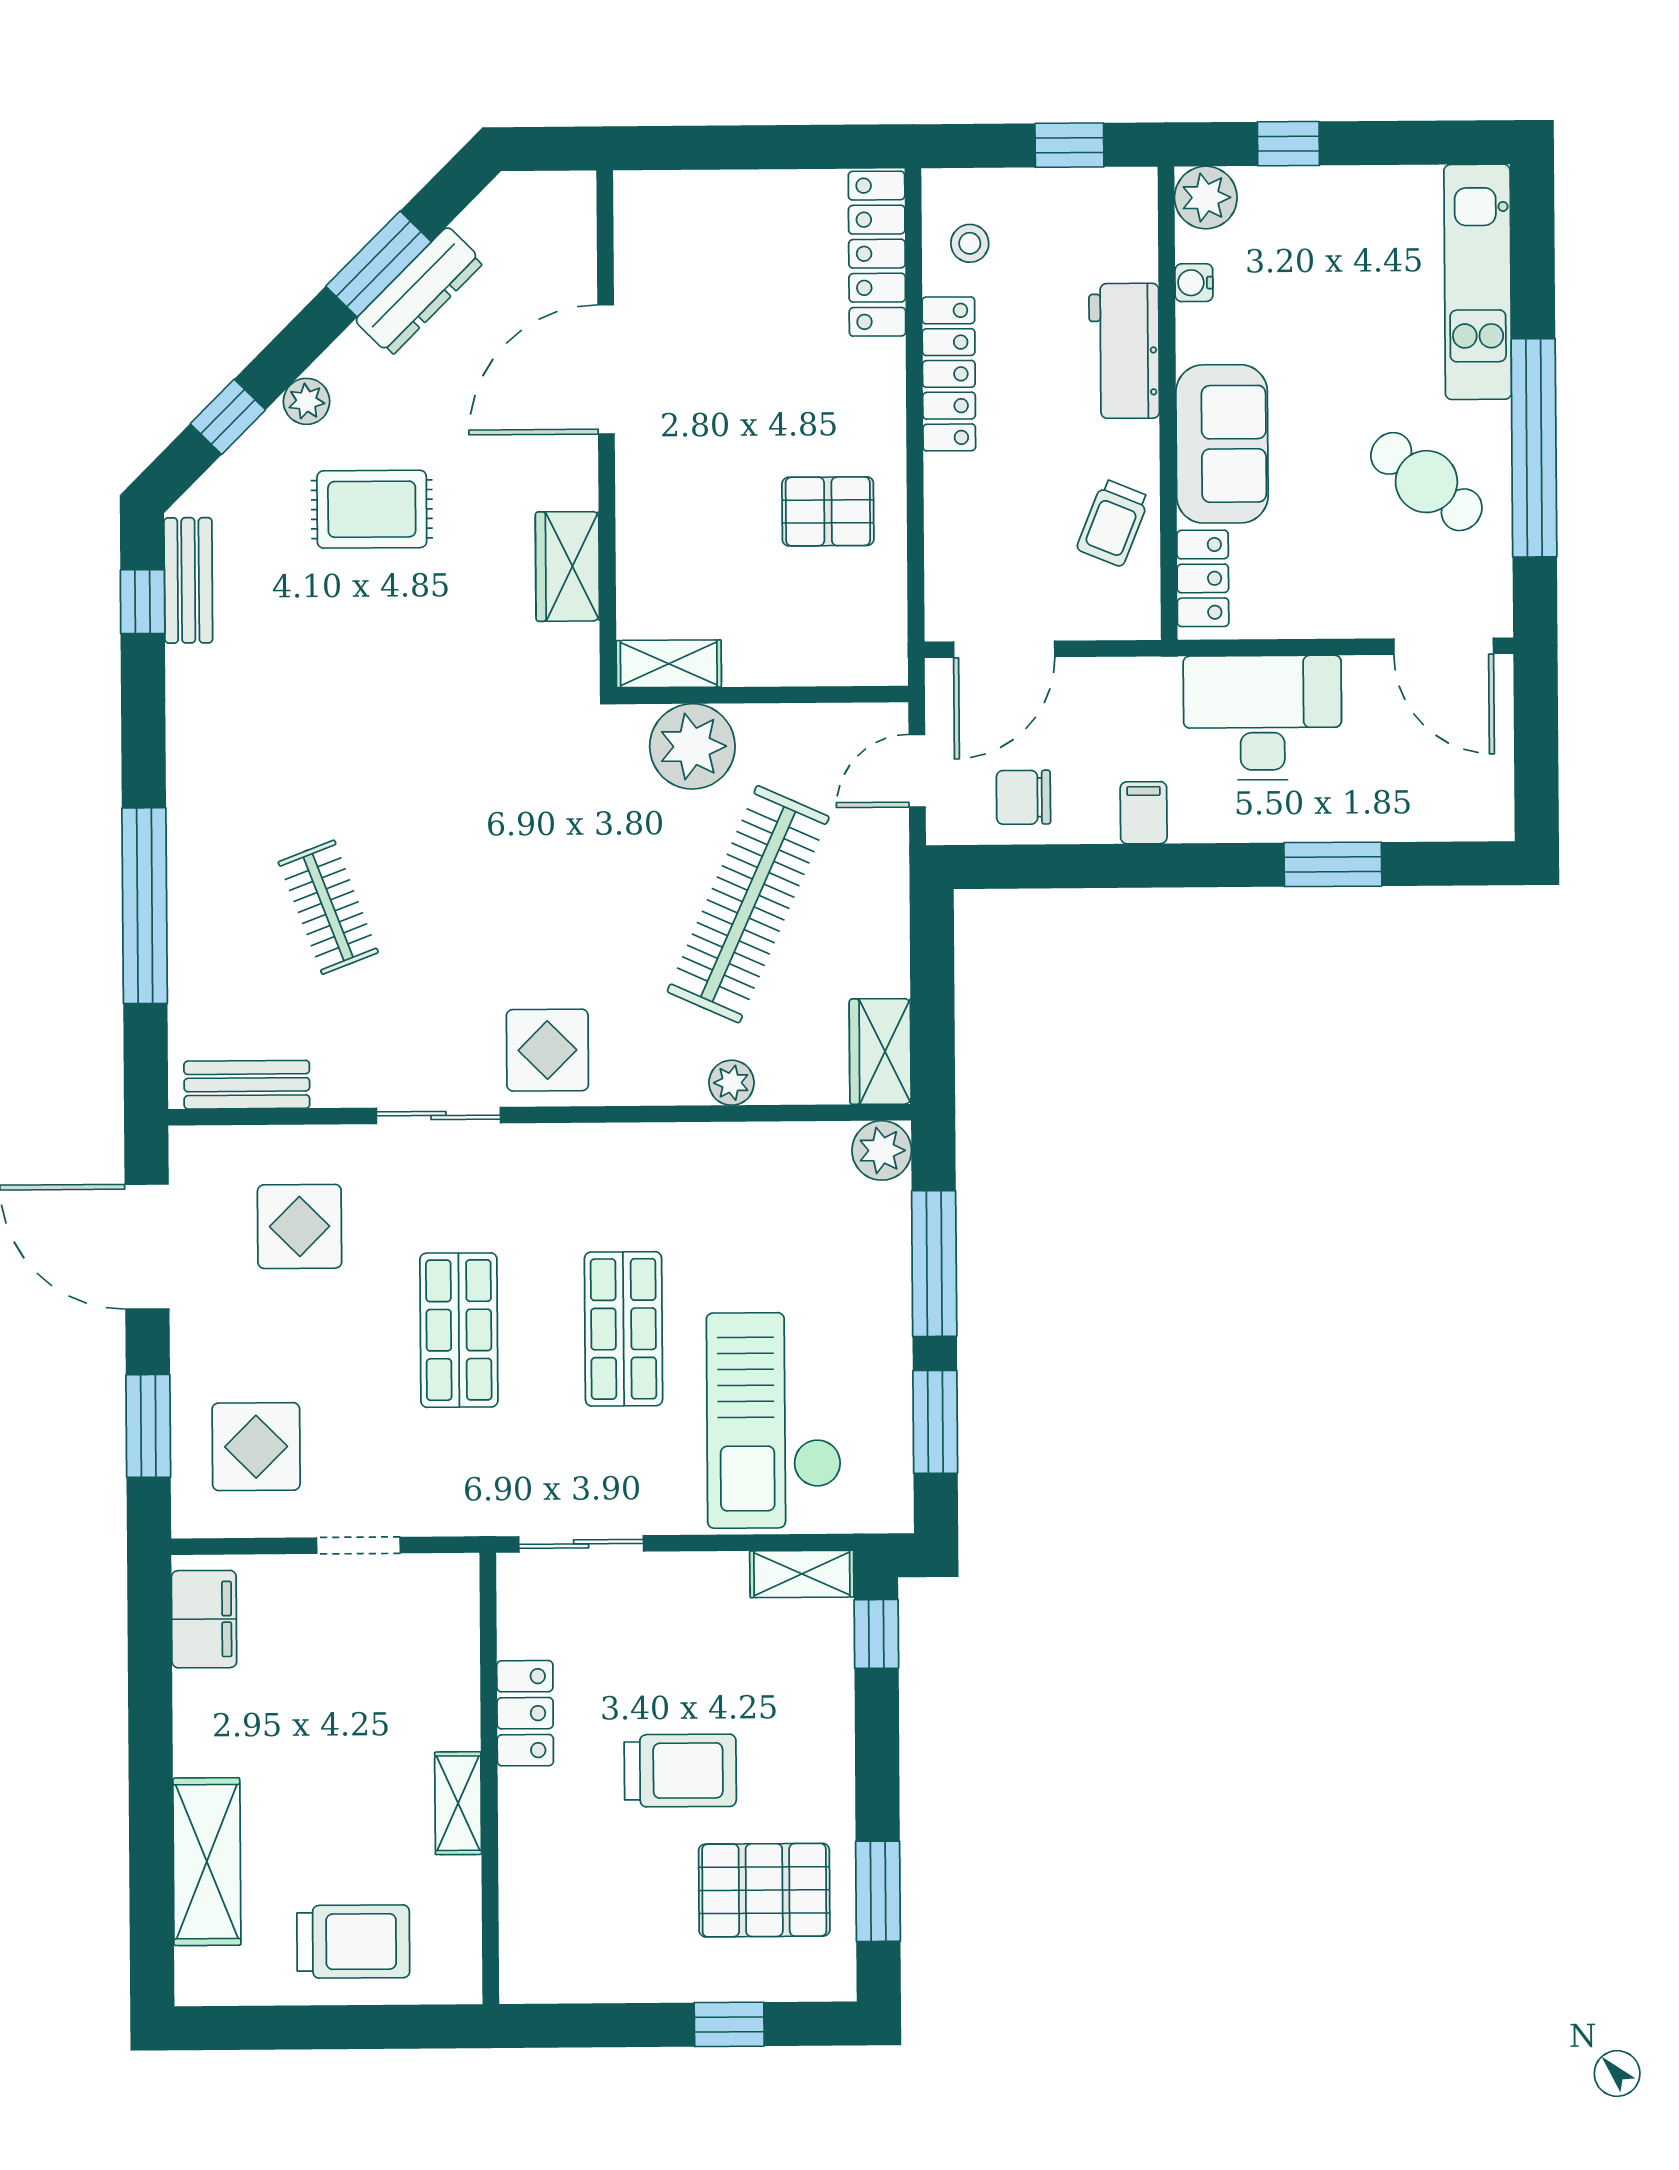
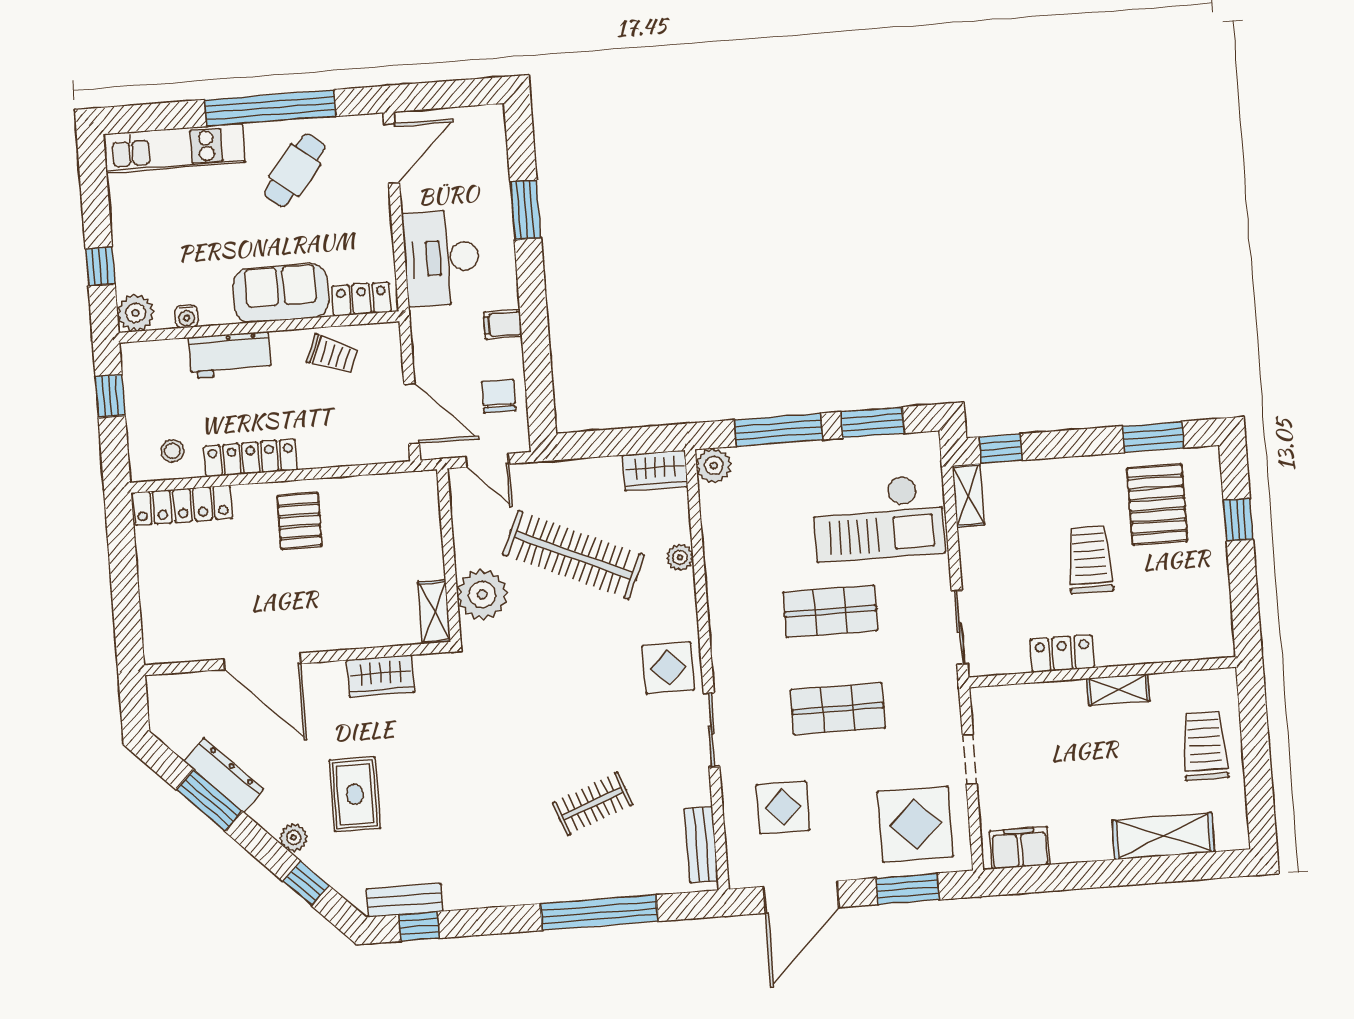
pallet: (828, 511) -> (300, 521), moved
chair: (1023, 797) -> (499, 396), turned 180
display table: (256, 1447) -> (915, 824), width x1.36, depth x1.36

